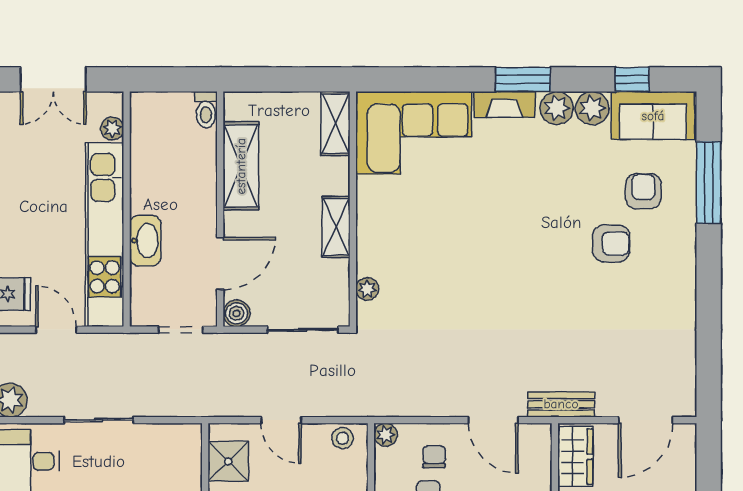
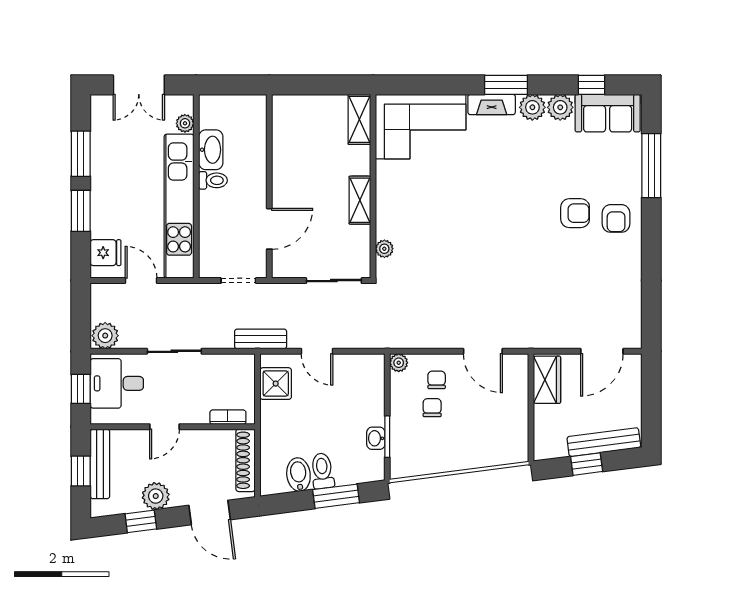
toilet: (206, 110) -> (213, 180), moved, turned -90
shelving: (241, 166) -> (286, 153), removed
armchair: (643, 191) -> (616, 218), moved, turned 180
washbasin: (145, 241) -> (211, 150), moved
boiler: (237, 313) -> (282, 268), removed
bench: (561, 404) -> (261, 339), moved
stool: (343, 438) -> (365, 365), removed

